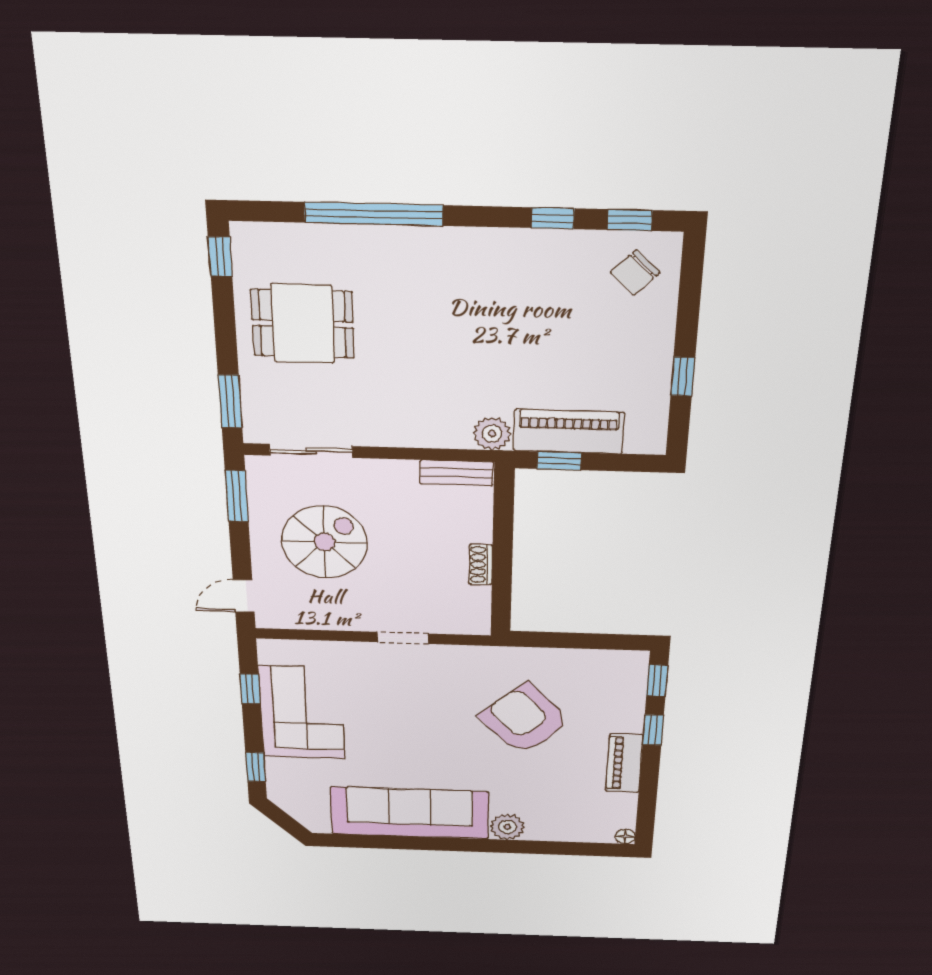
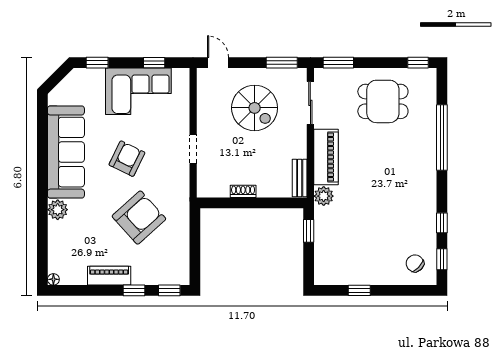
dining table: (303, 324) -> (383, 101), turned 90
piano: (569, 432) -> (326, 157), moved
armchair: (420, 732) -> (127, 159), added

